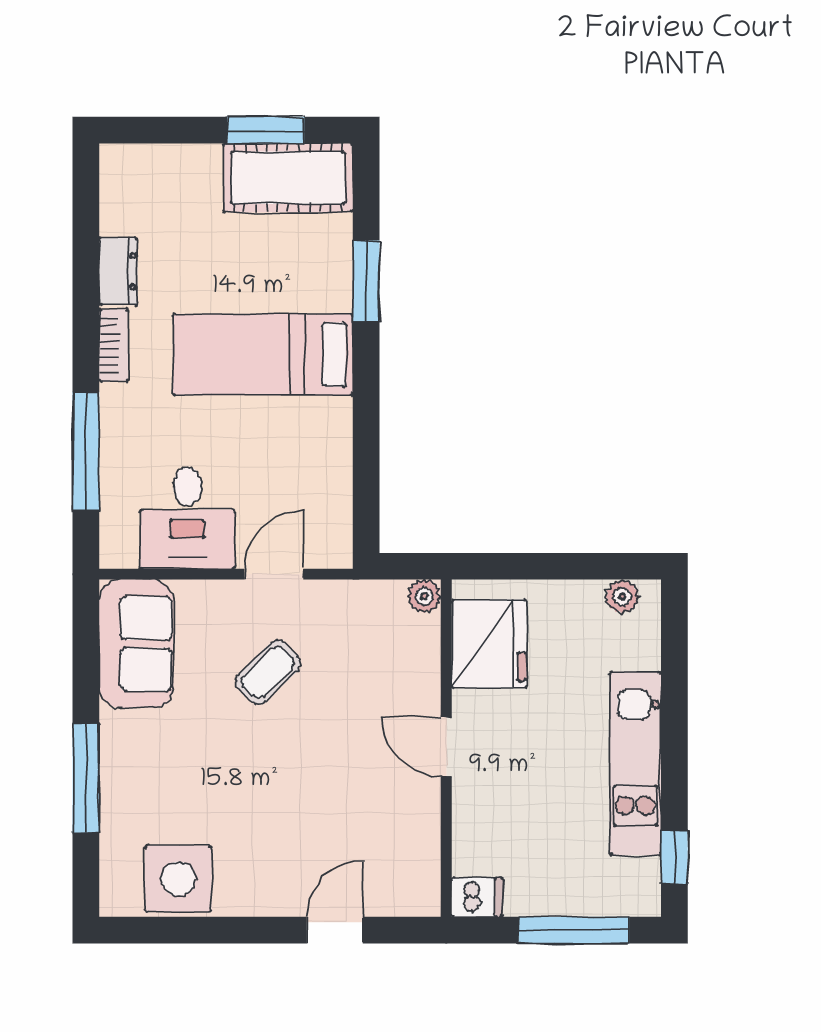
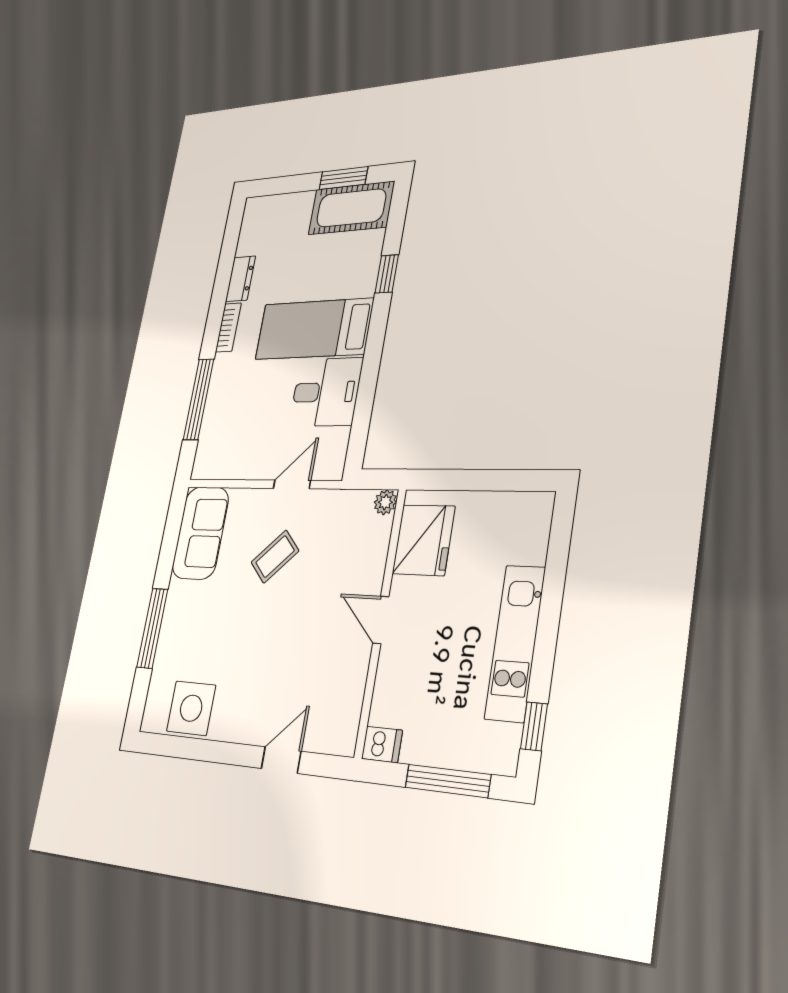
window: (366, 281) -> (387, 274), width x0.67
desk: (188, 518) -> (326, 392), moved, turned -90
plant: (622, 596) -> (525, 505), removed

